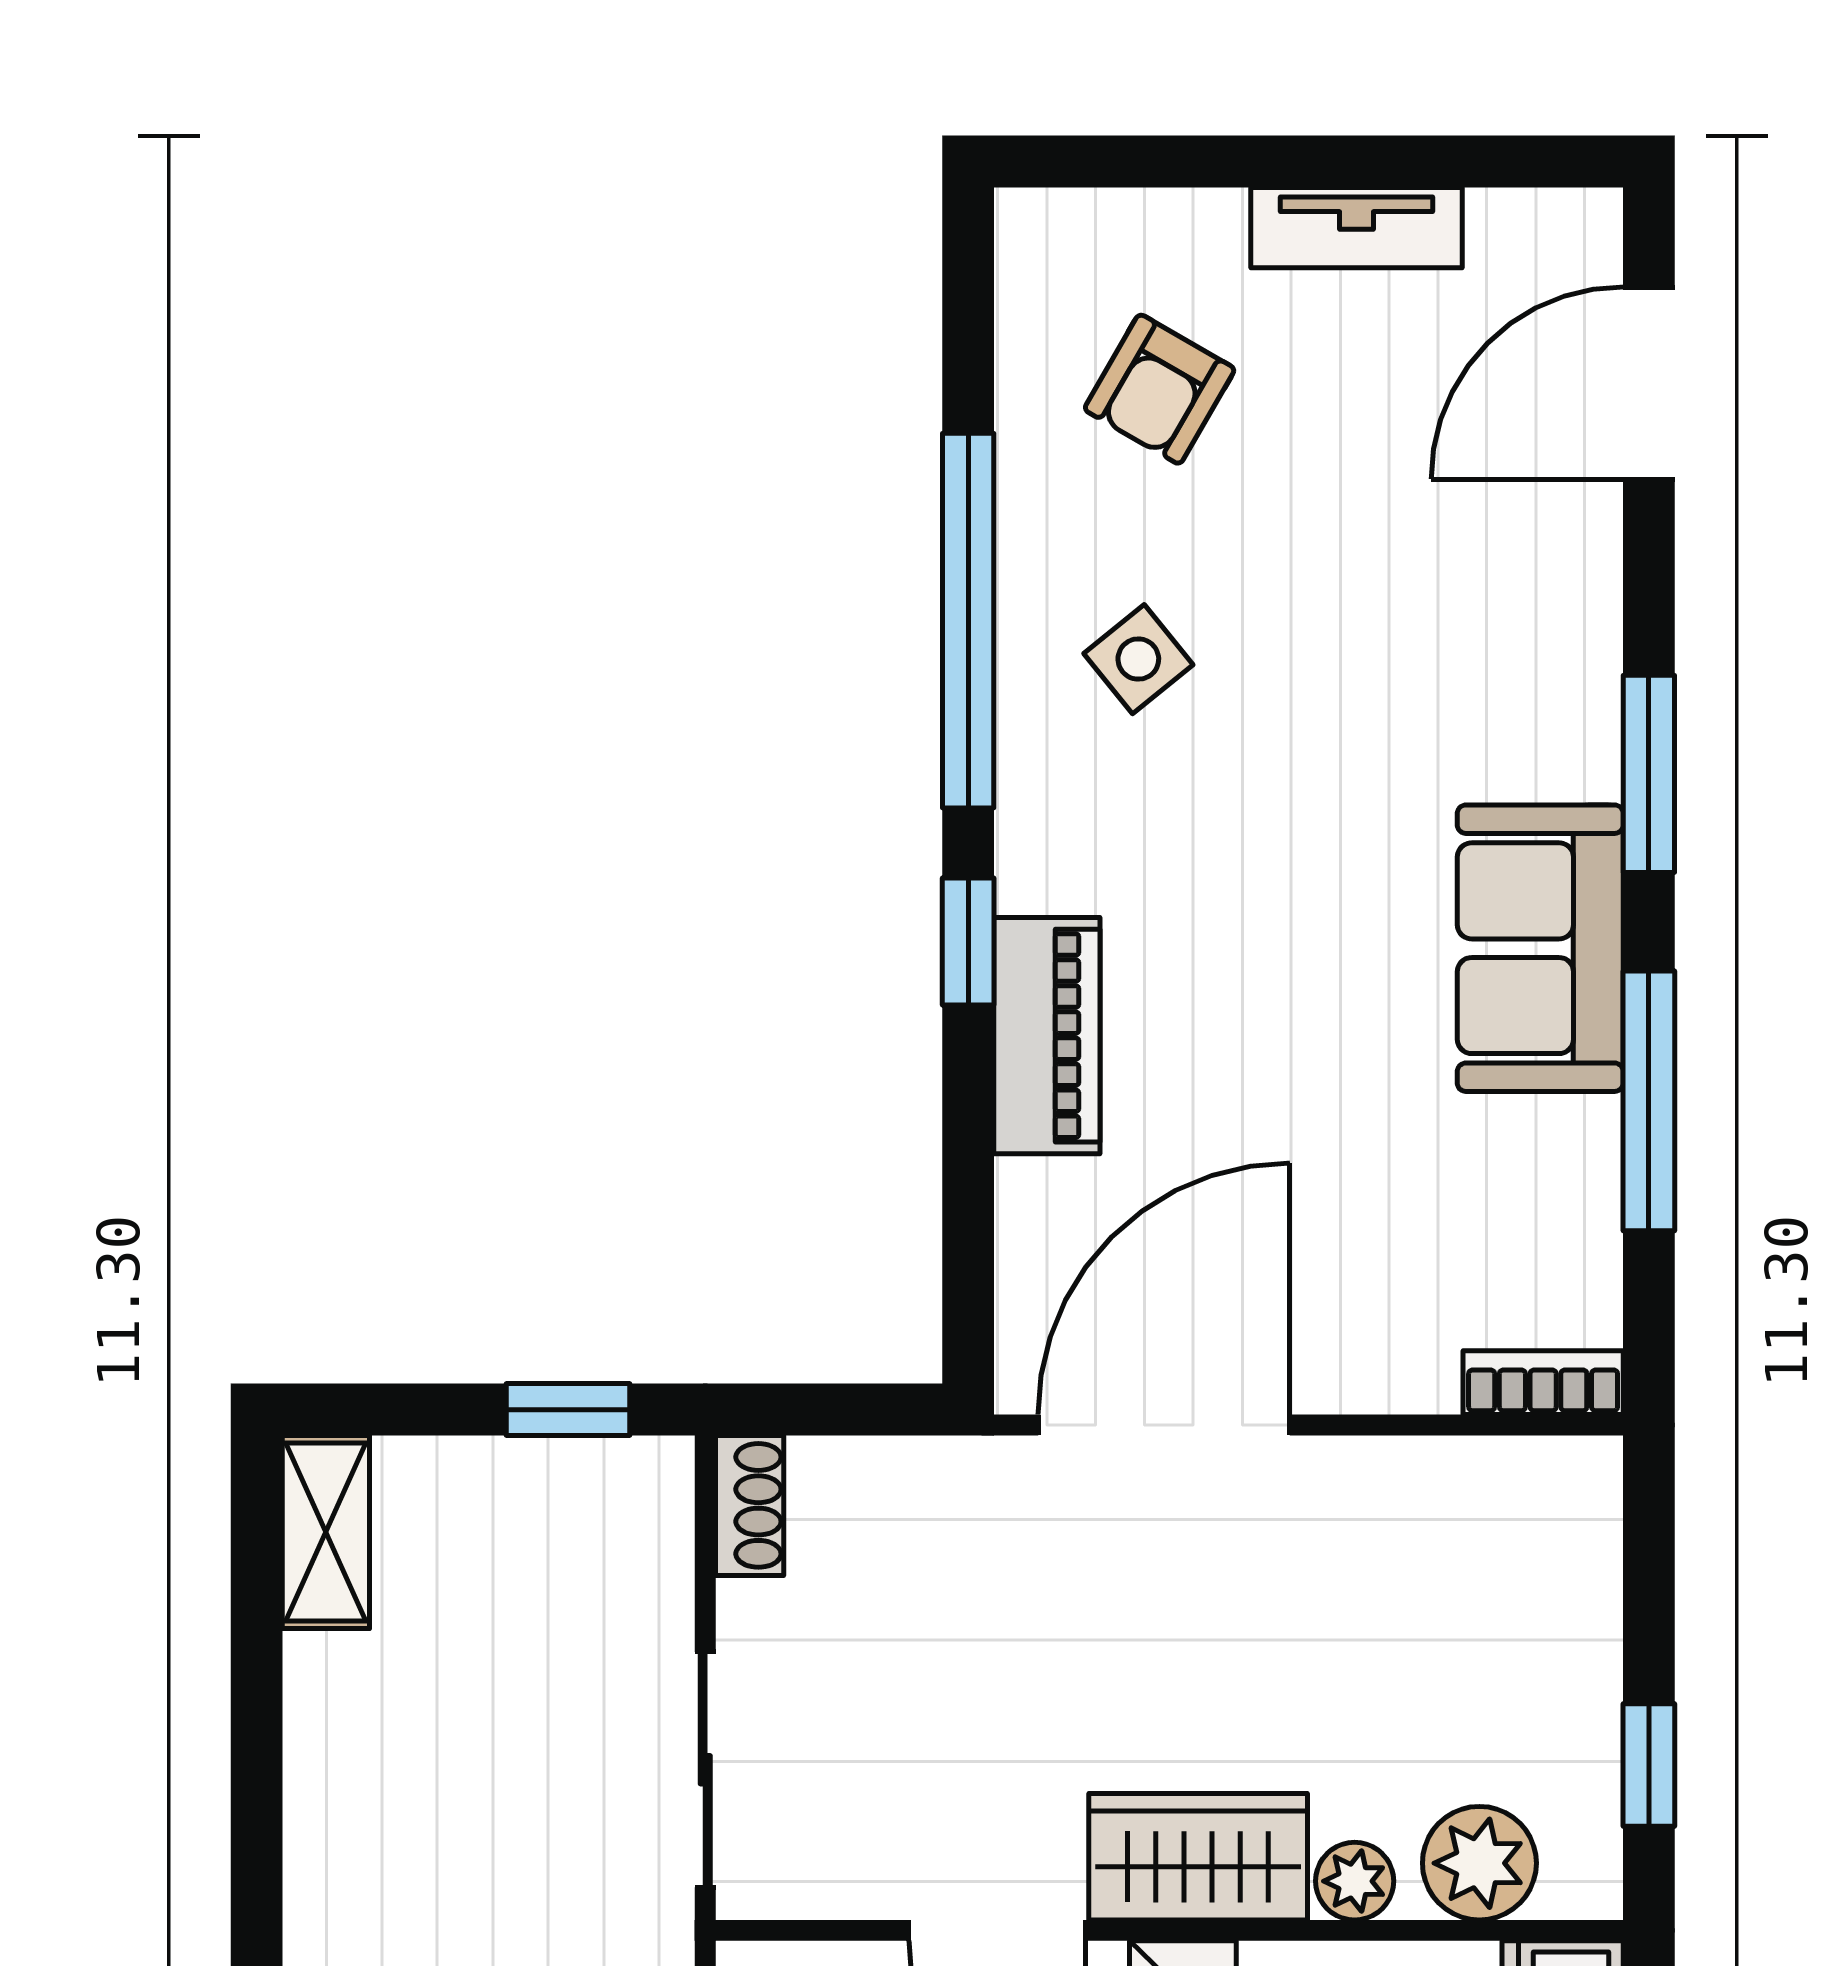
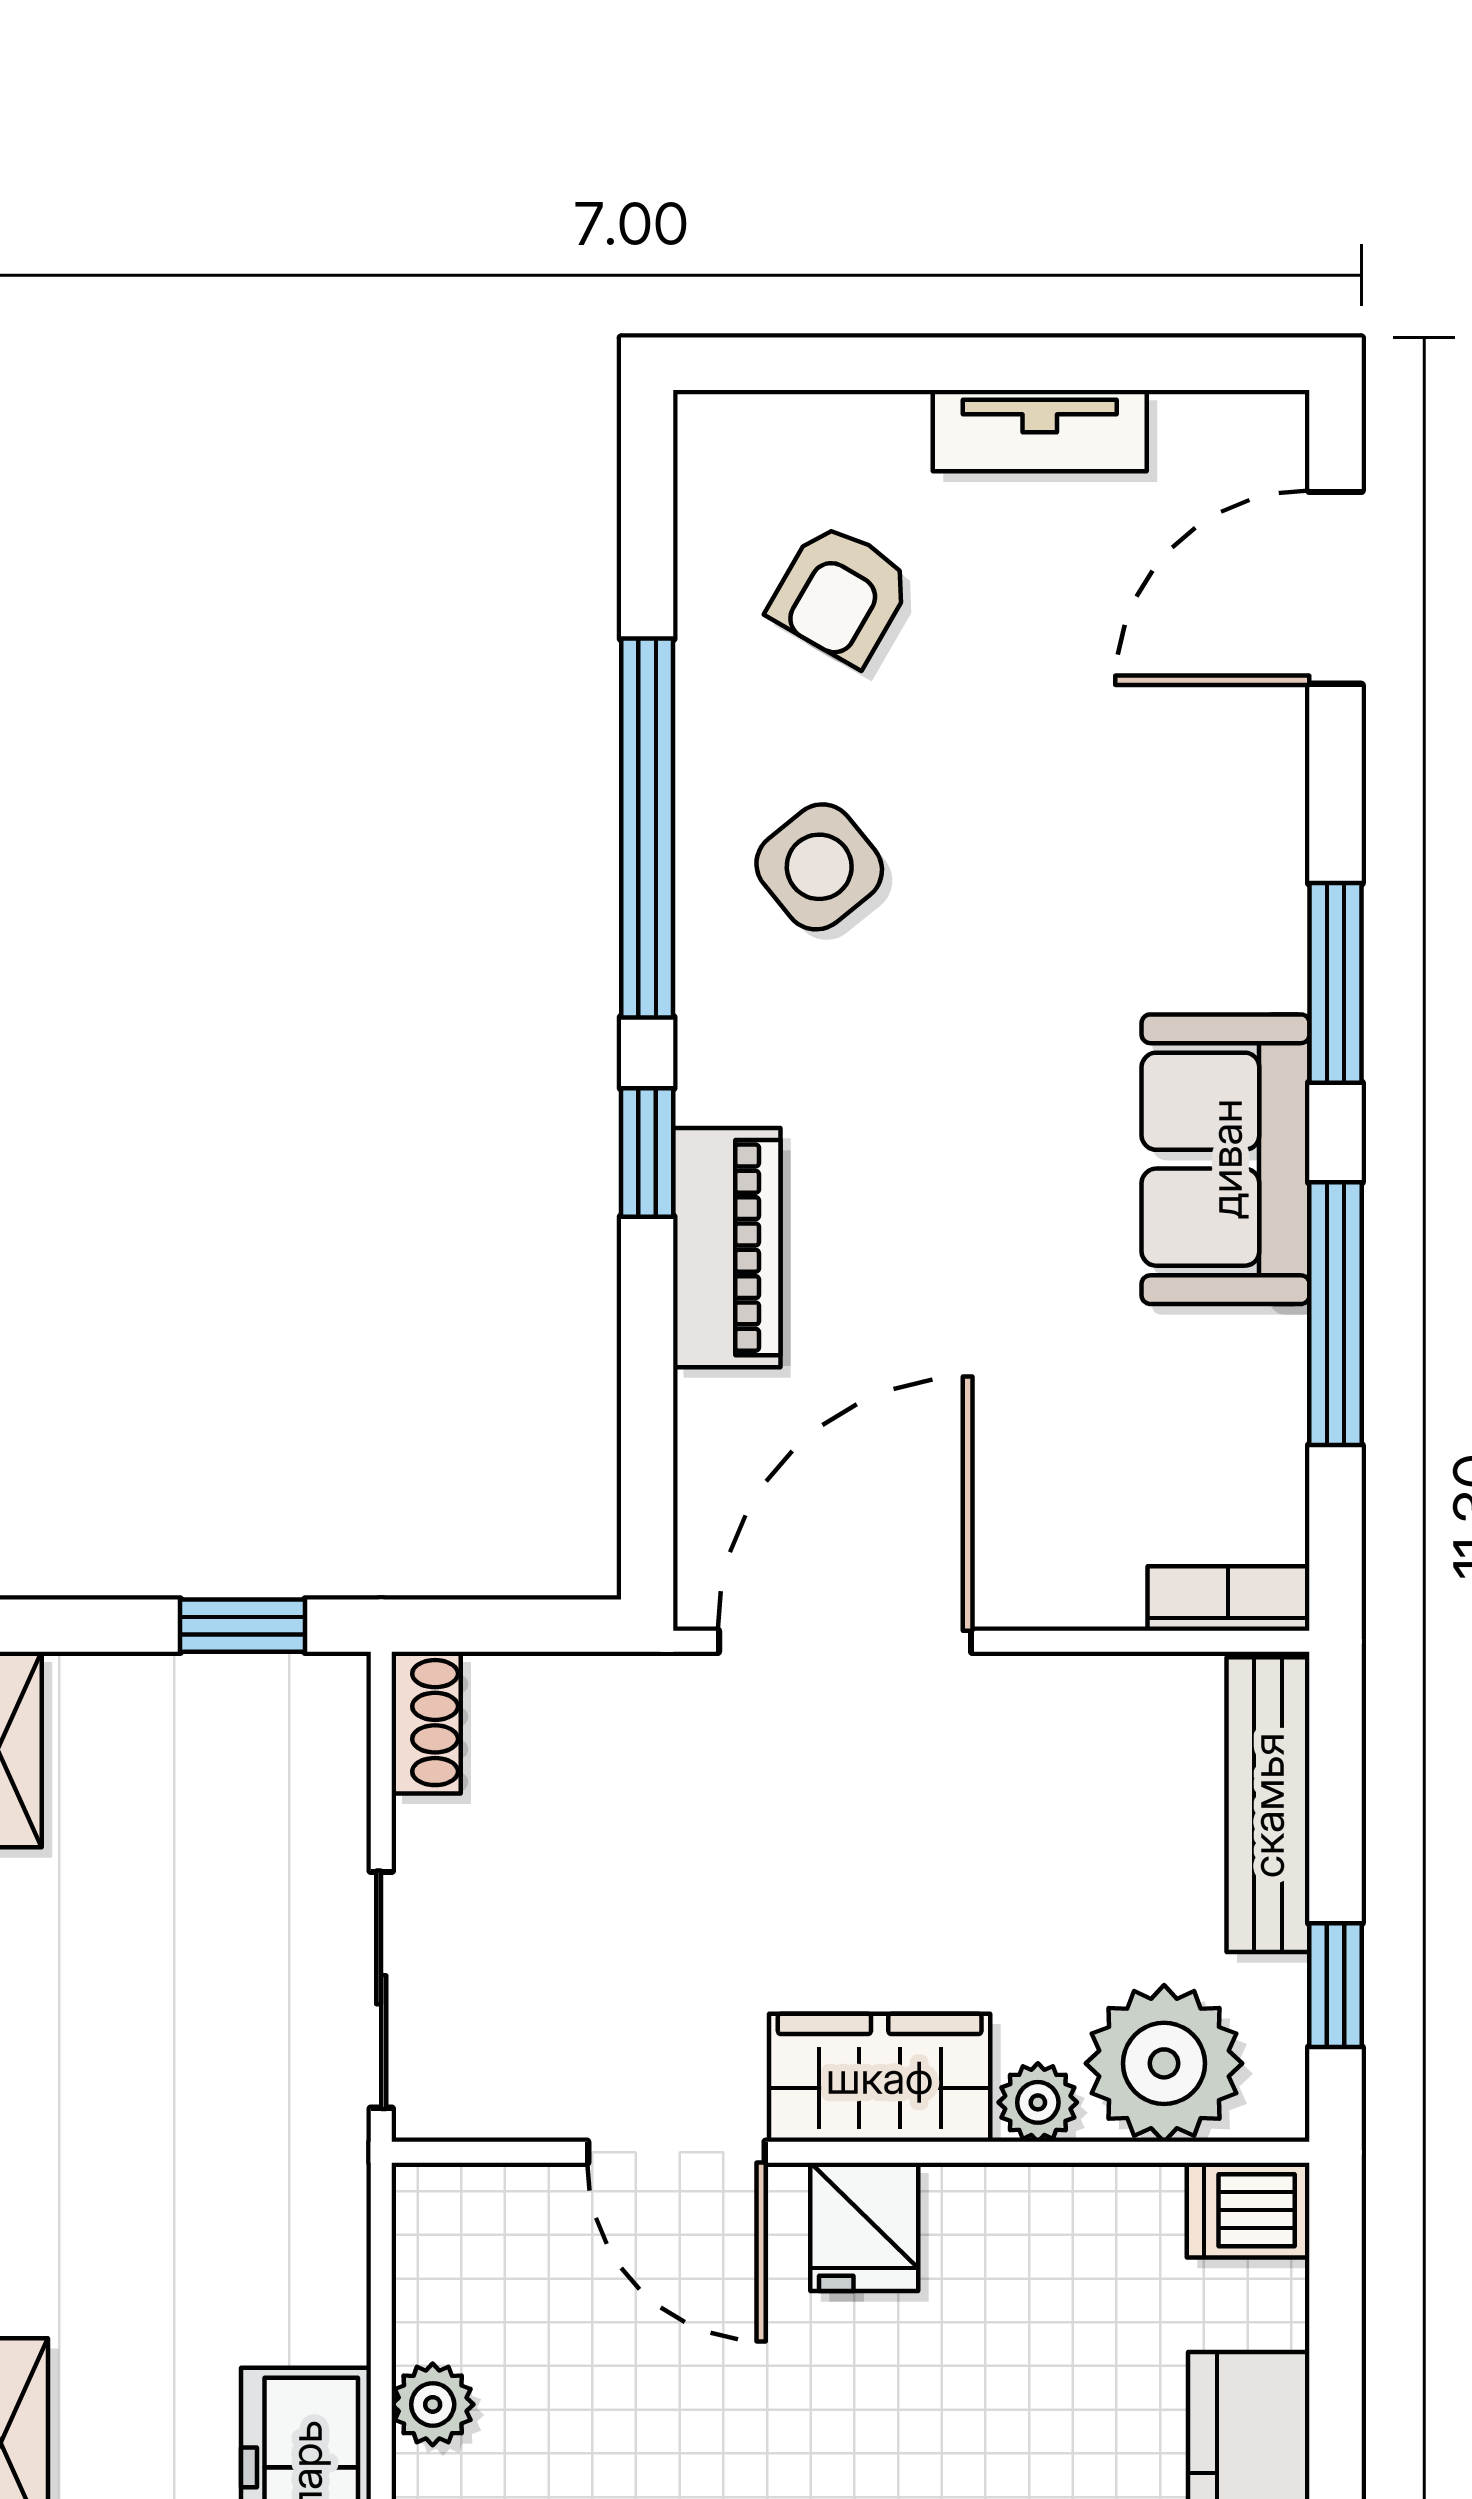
side table: (1138, 659) -> (819, 867), width x1.37, depth x1.37
bench: (1582, 1587) -> (1268, 1805), added
plant: (1479, 1863) -> (1164, 2063), width x1.36, depth x1.36

